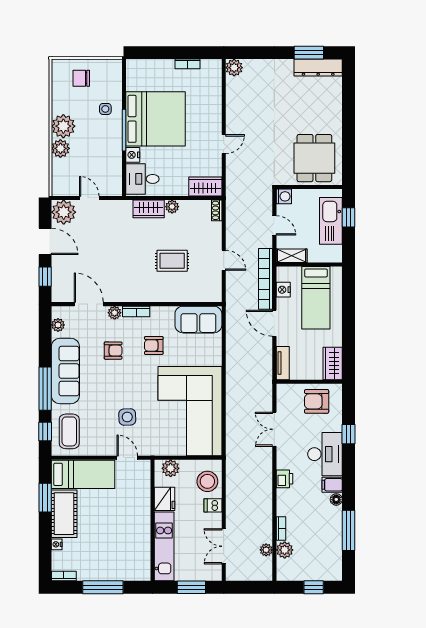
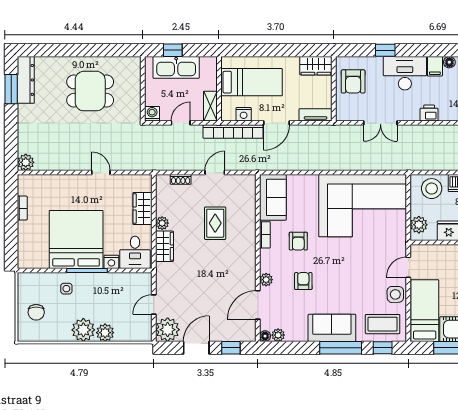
dining table: (314, 158) -> (90, 91), moved
wardrobe: (205, 187) -> (142, 208), moved
shoe rack: (217, 210) -> (181, 179), moved
bookcase: (136, 311) -> (265, 235), moved
floor lamp: (57, 312) -> (265, 336), added
sofa: (65, 371) -> (332, 328), width x0.73
side table: (127, 417) -> (395, 294), moved

